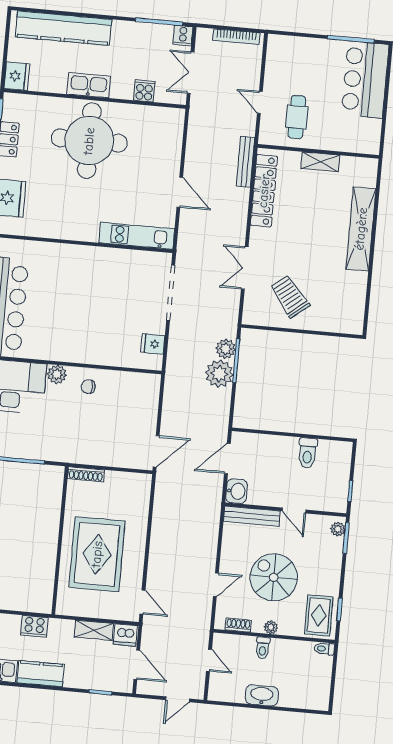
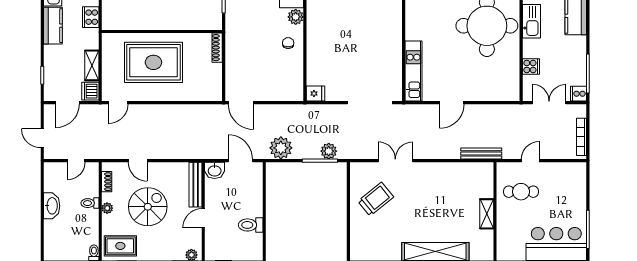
locker: (264, 191) -> (459, 170), removed
fridge: (153, 344) -> (315, 93), moved, turned 90
plant: (219, 374) -> (281, 148), moved

